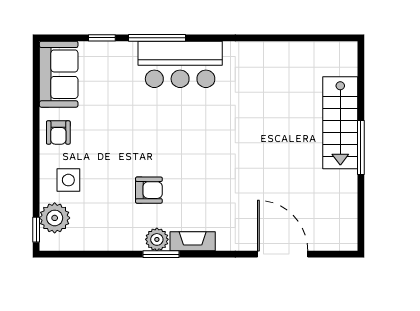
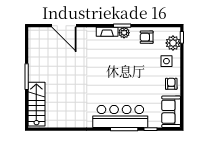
bar counter: (180, 64) -> (120, 116), width x1.36
stairs: (340, 123) -> (36, 104), moved
armchair: (149, 190) -> (147, 37), moved

